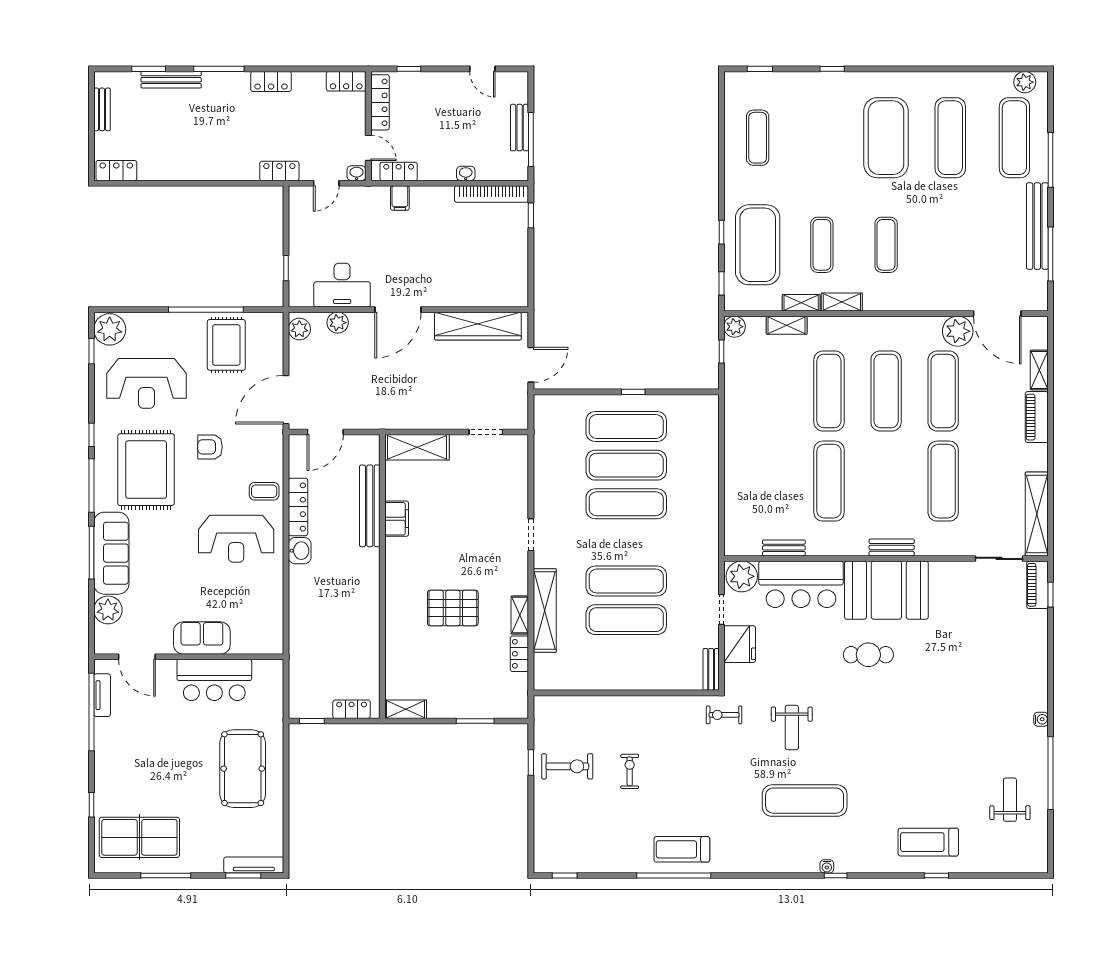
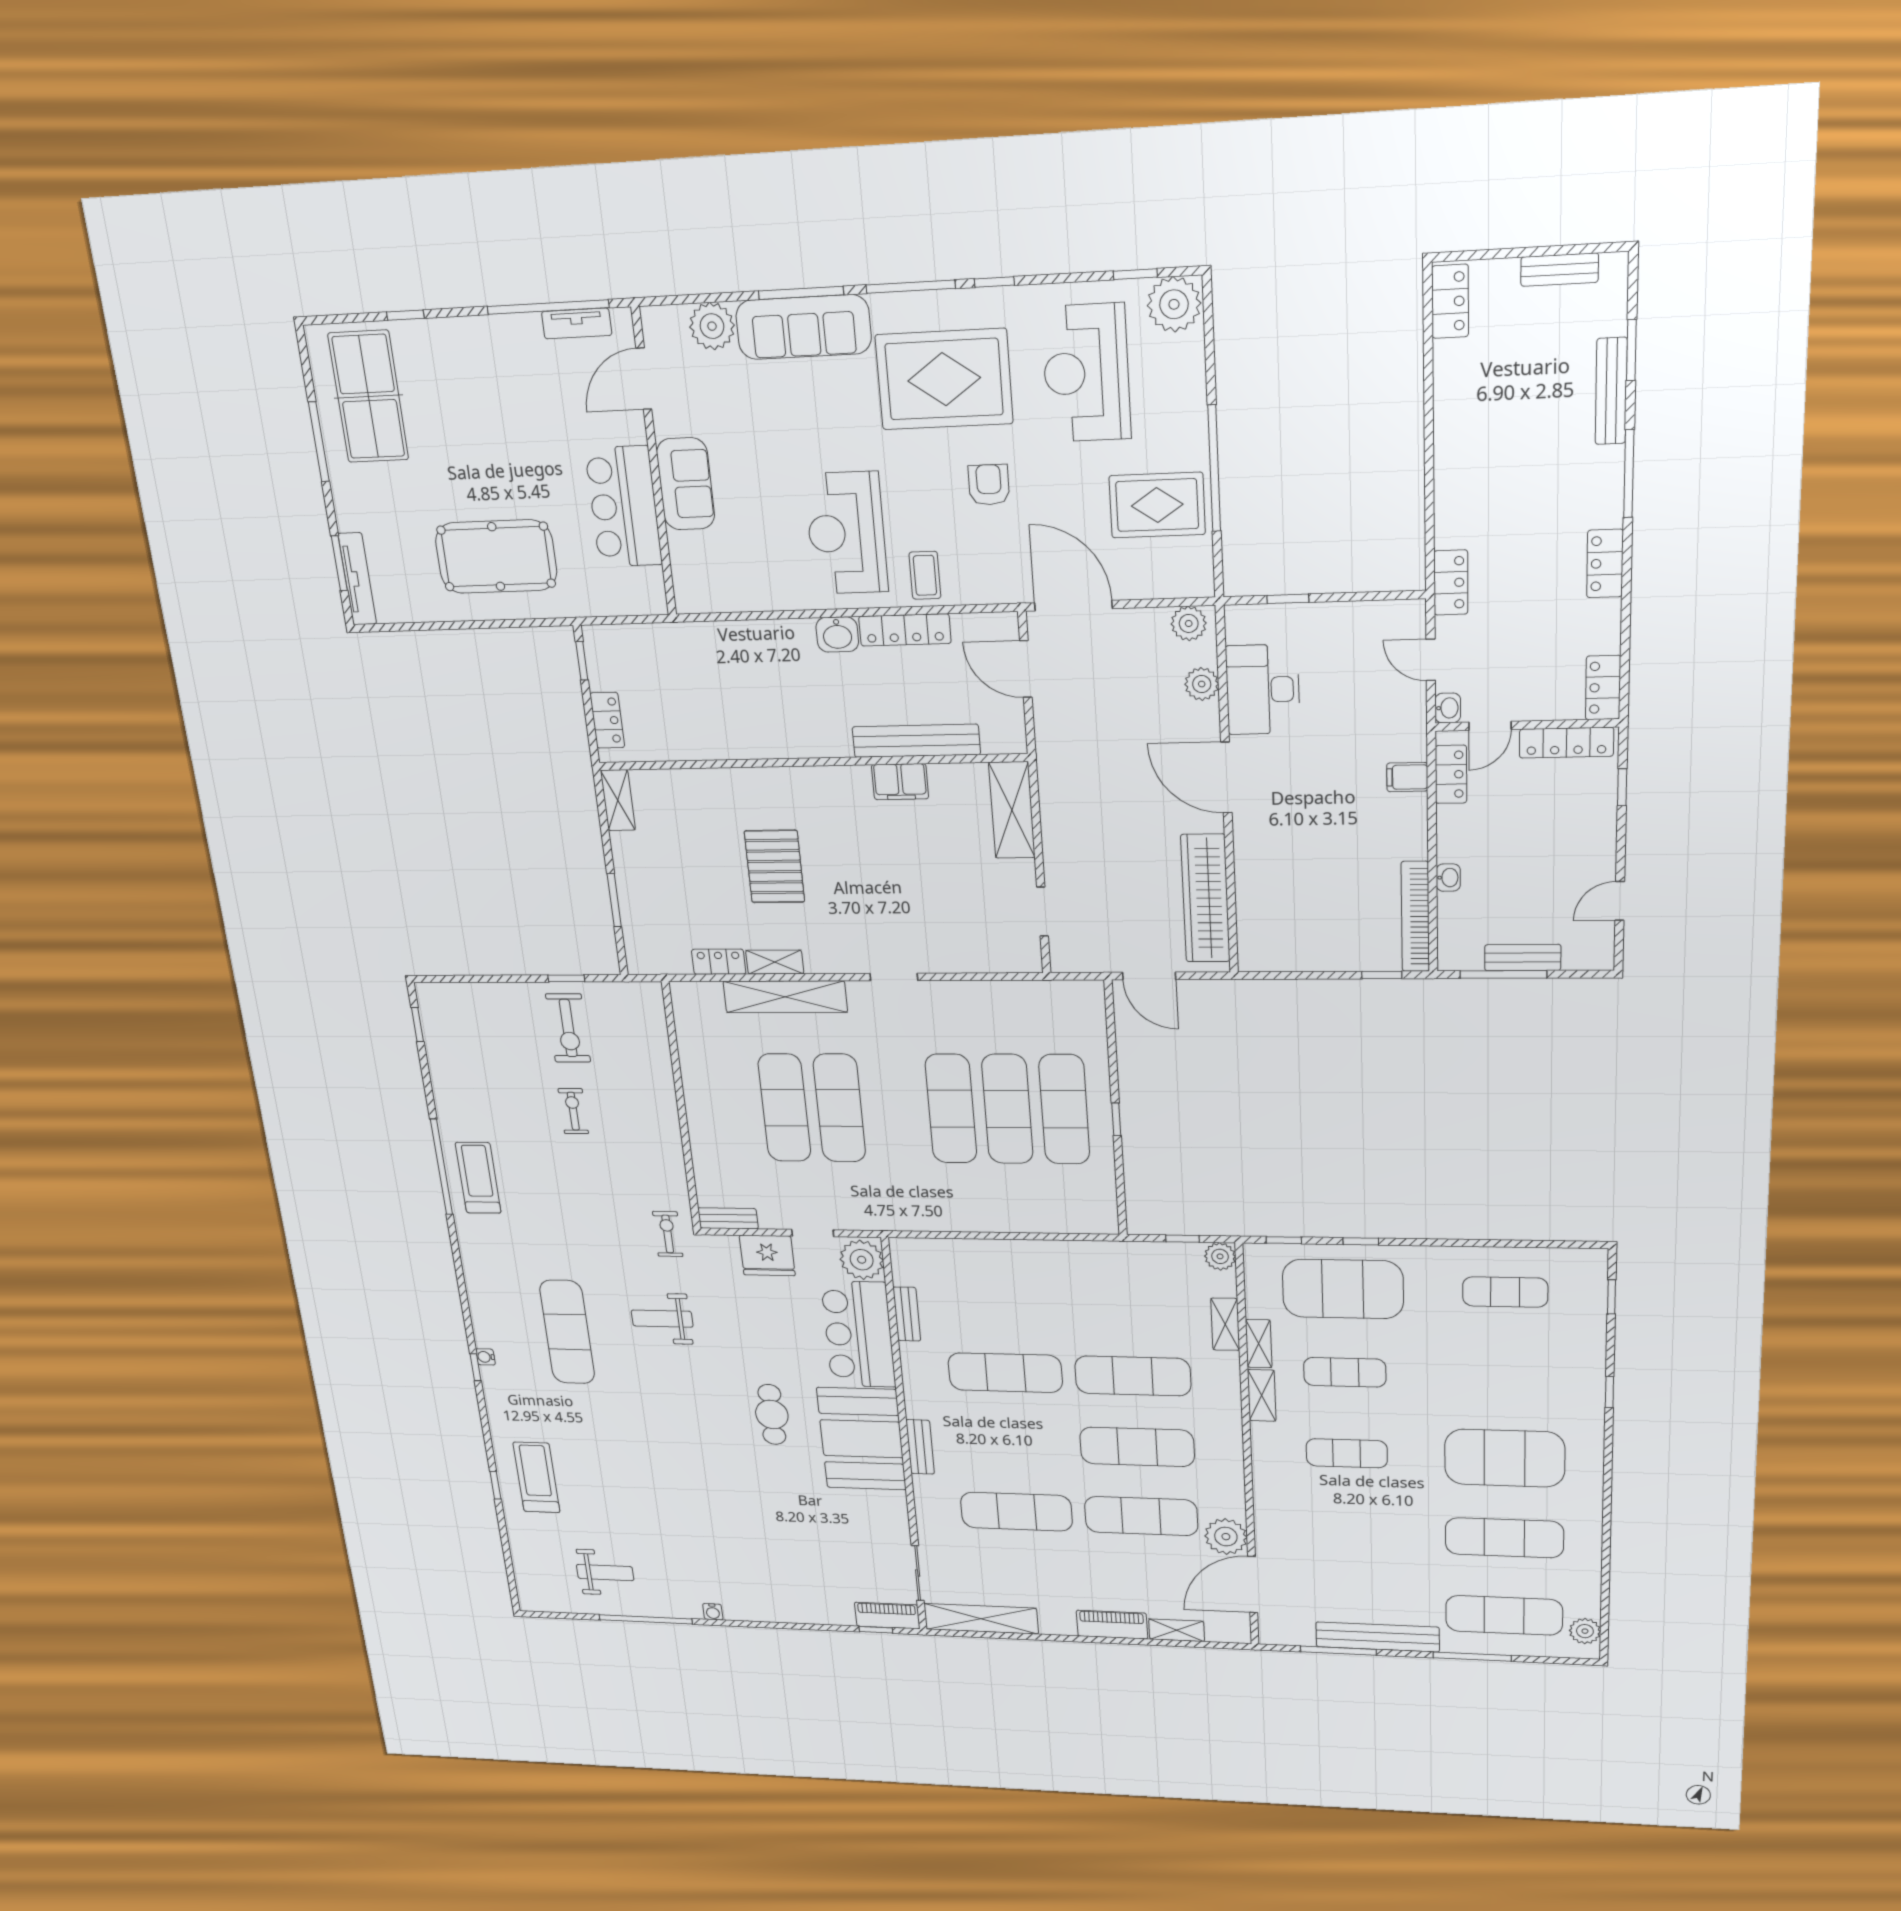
exercise bike: (630, 771) -> (573, 1111), turned -90

